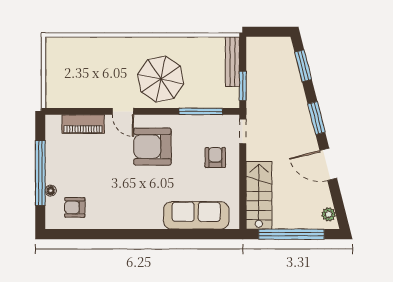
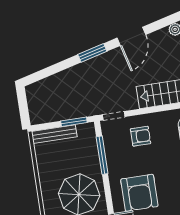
window: (303, 66) -> (48, 72), removed
armchair: (215, 158) -> (141, 136), turned 180

